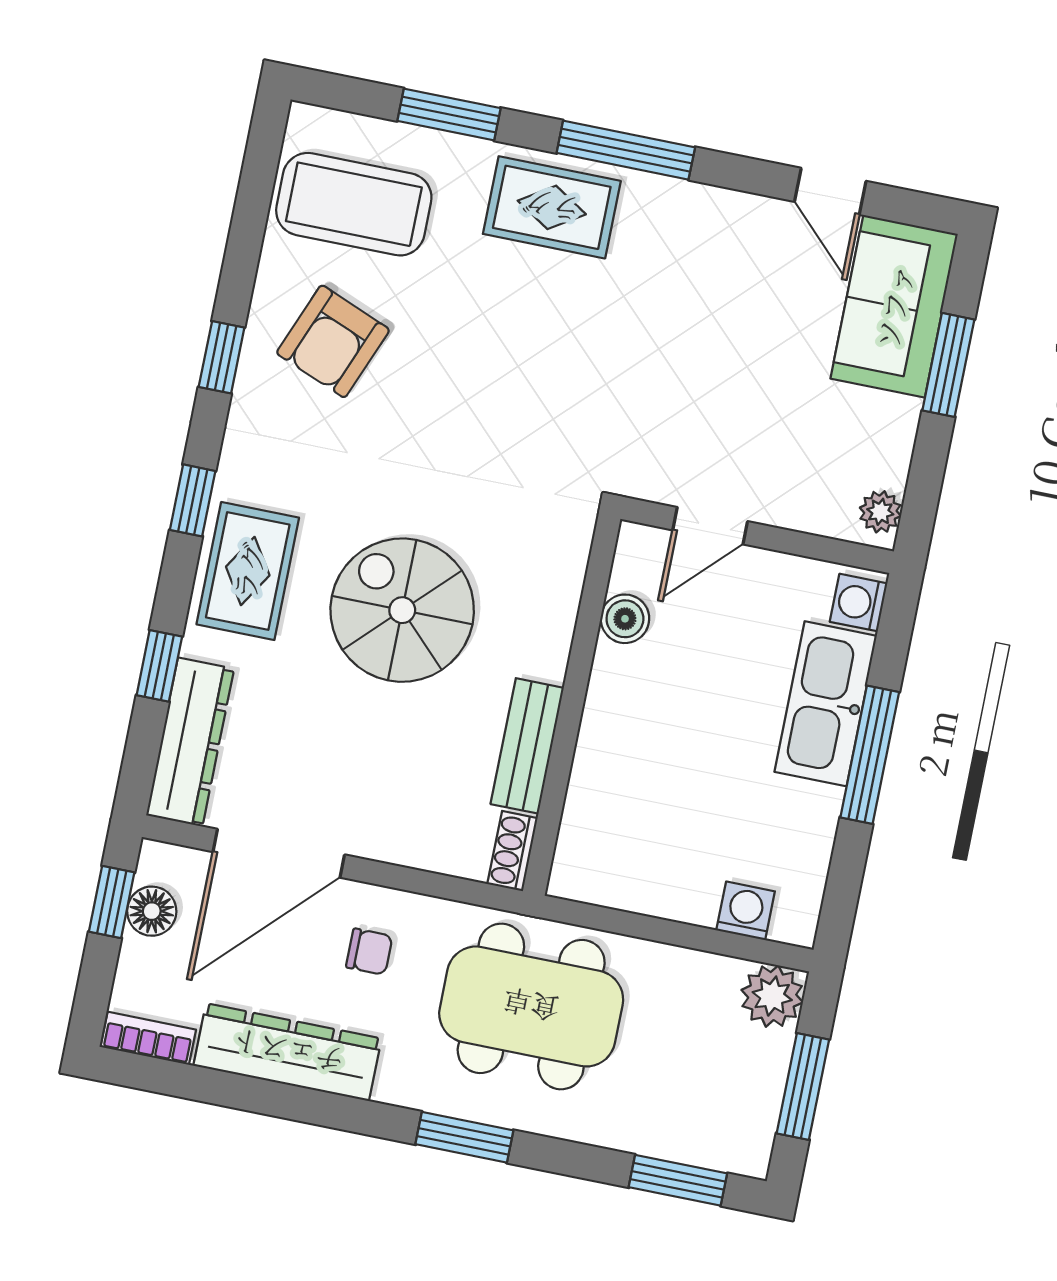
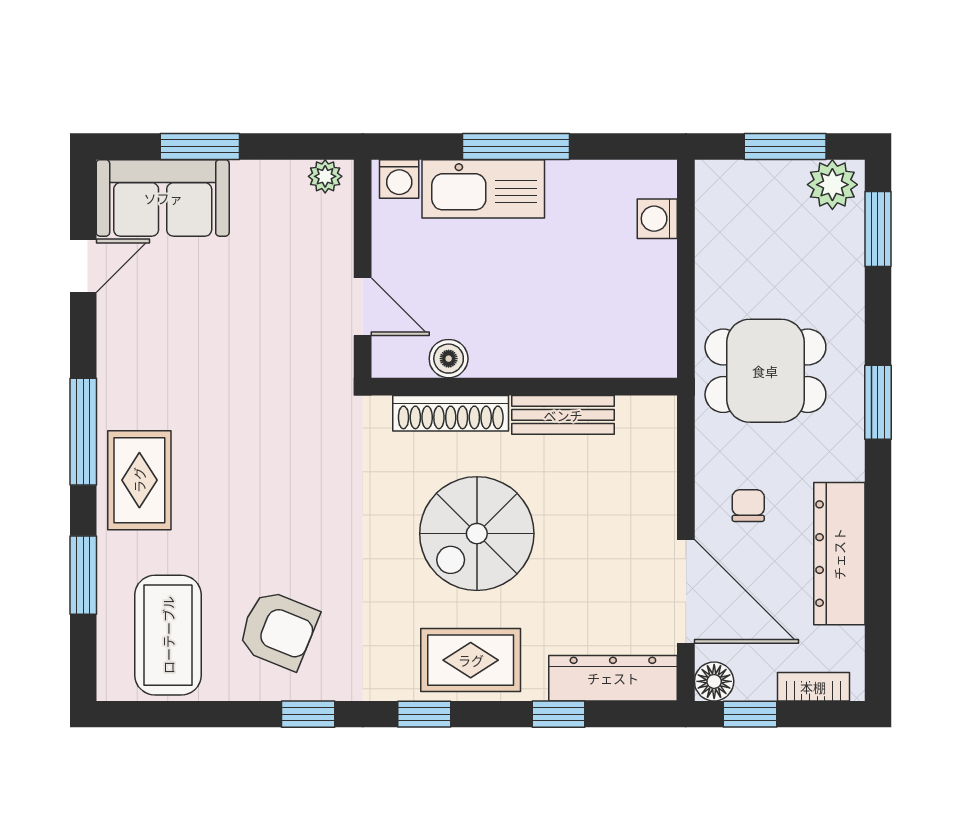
shoe rack: (512, 851) -> (451, 413), moved, width x1.94, depth x1.24
floor lamp: (152, 911) -> (714, 681), moved
plant: (772, 996) -> (832, 185), moved
dining table: (531, 1006) -> (765, 371), width x0.73
bookcase: (148, 1038) -> (813, 687), moved, turned 90

